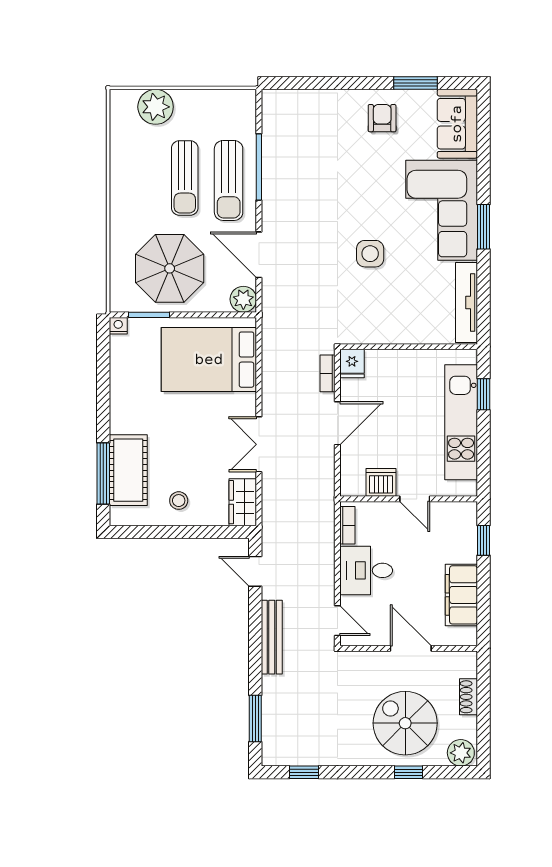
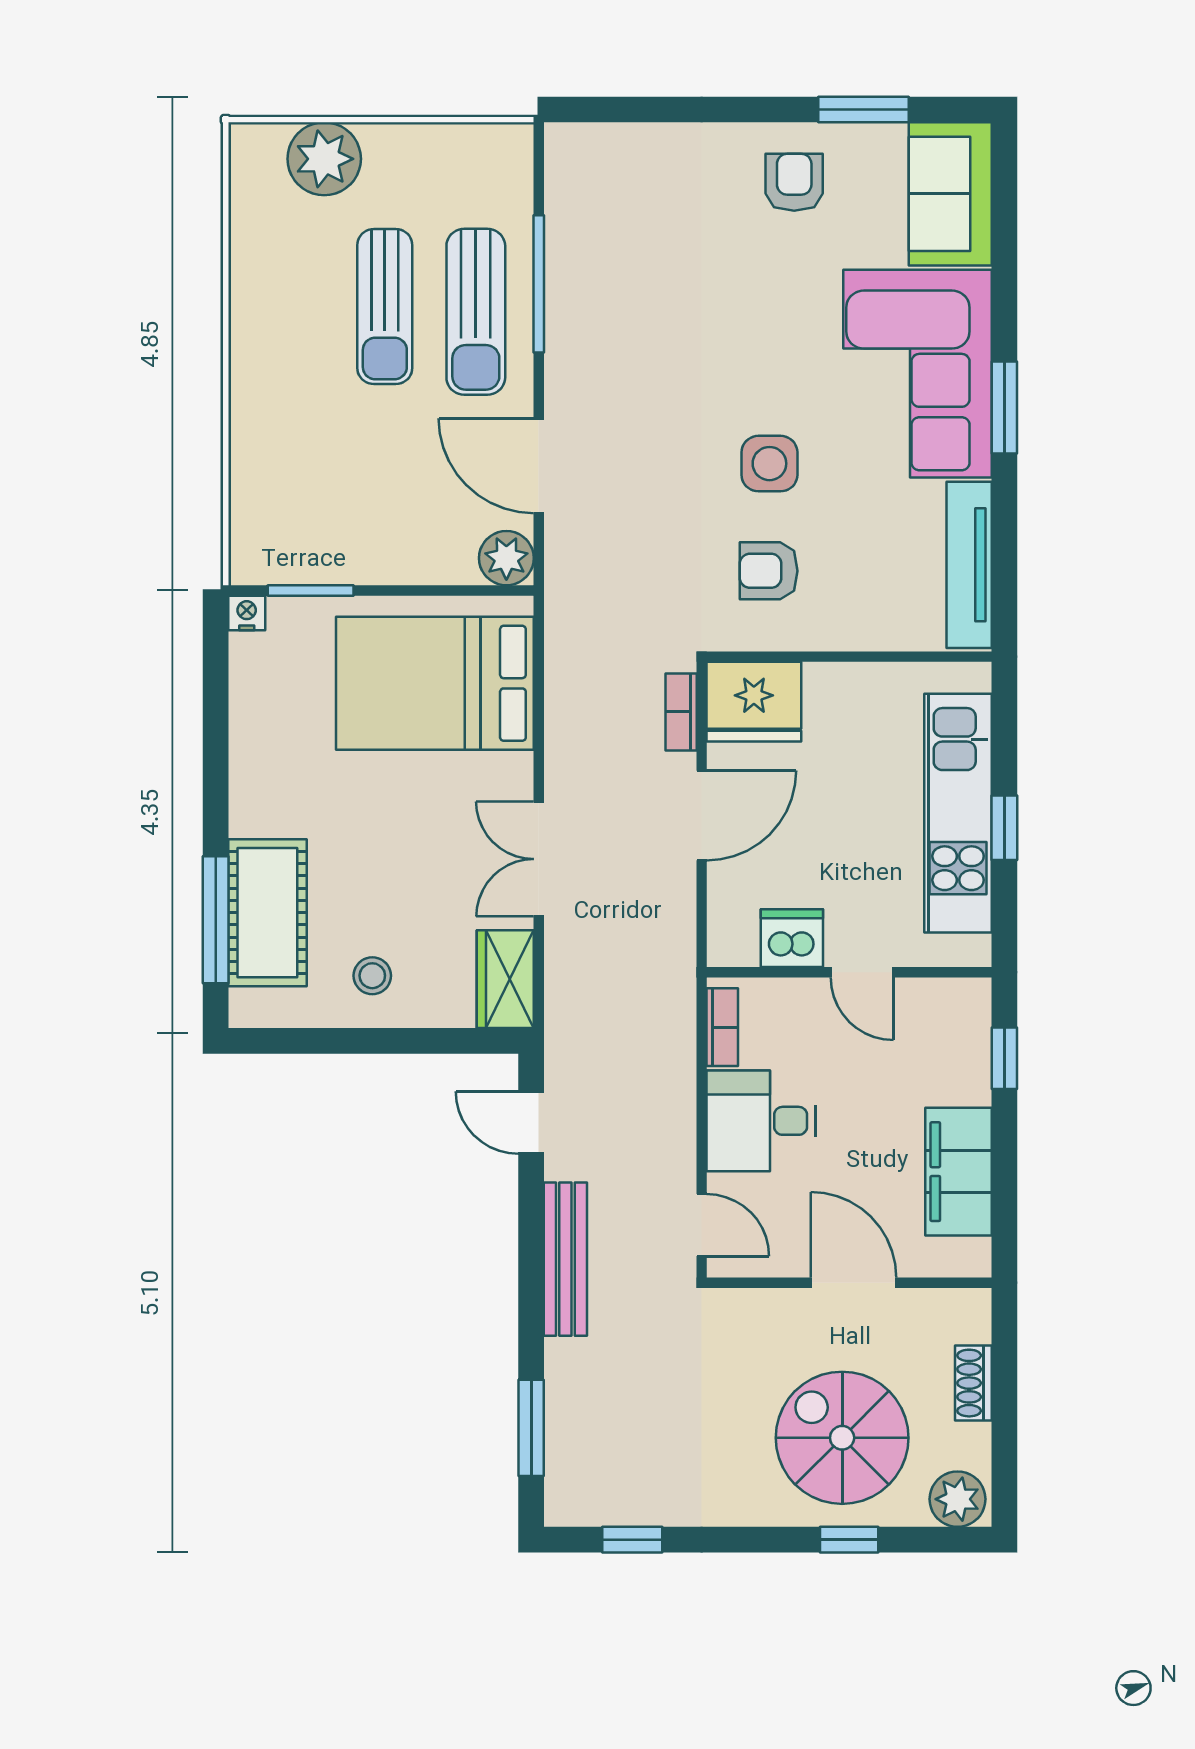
parasol: (170, 268) -> (353, 494), removed
armchair: (370, 305) -> (769, 571), added
fridge: (352, 364) -> (754, 702), width x1.88, depth x1.34
window: (483, 394) -> (1004, 828), moved

